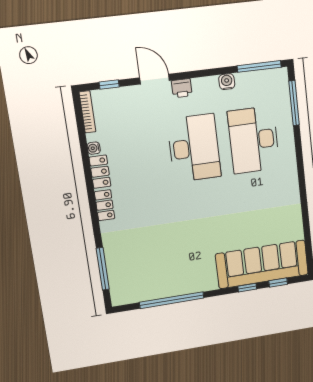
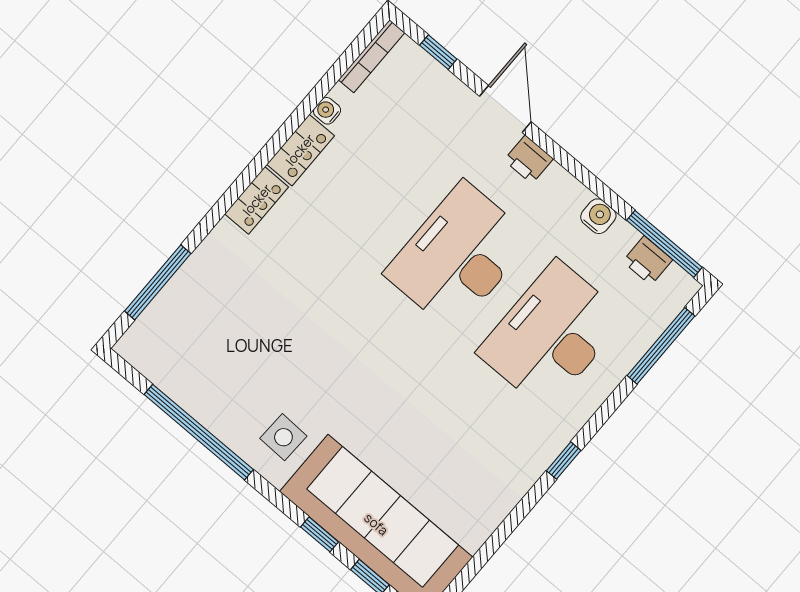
printer: (260, 79) -> (647, 261), added
desk: (194, 148) -> (458, 256), turned 180
window: (301, 177) -> (564, 461), added
side table: (201, 271) -> (283, 437), added

